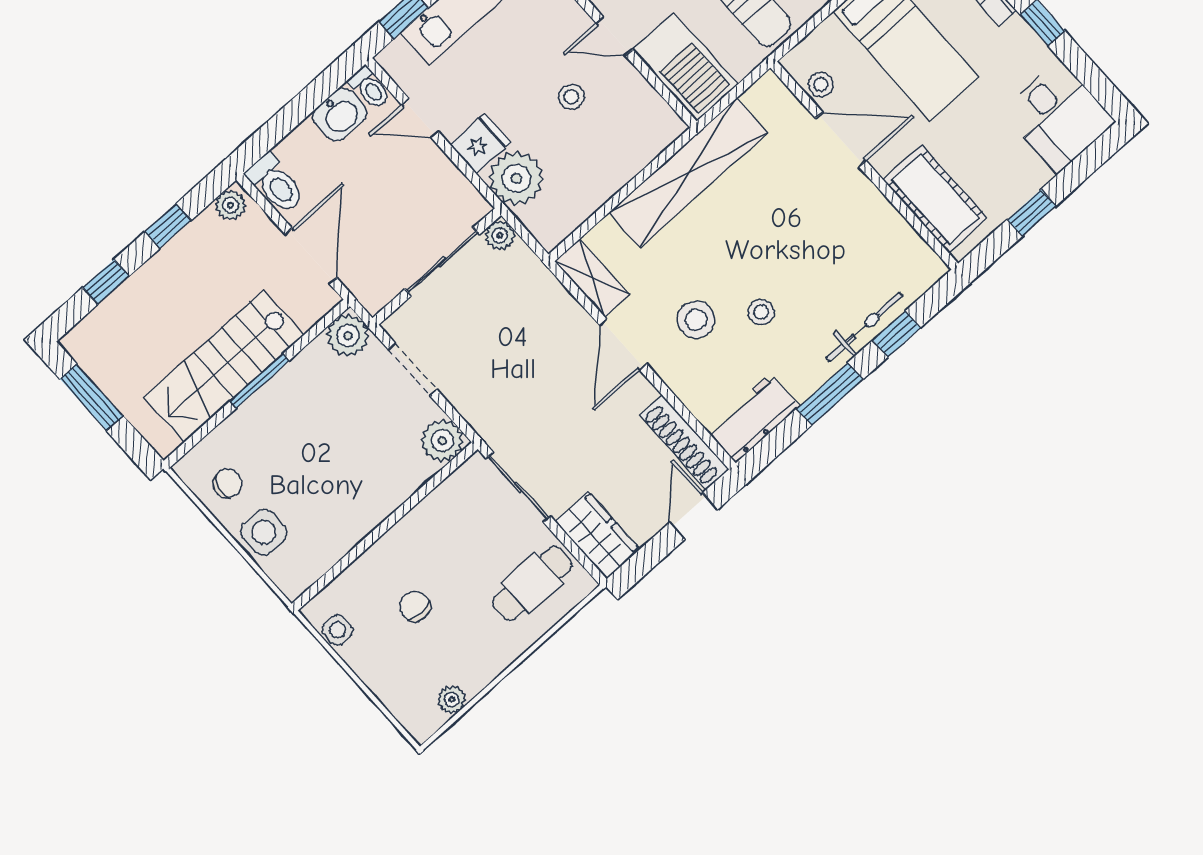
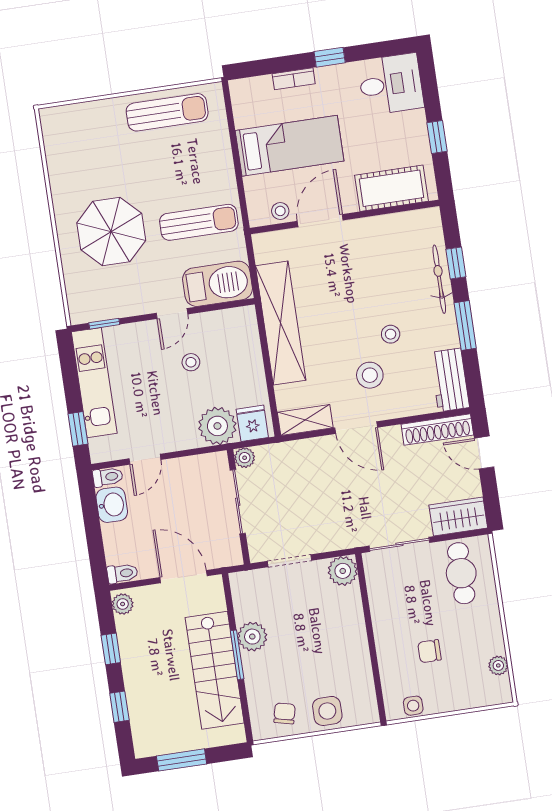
fridge: (480, 144) -> (252, 423), moved
toilet: (276, 184) -> (122, 573), width x0.73, depth x0.72
plant: (348, 336) -> (252, 637), moved

